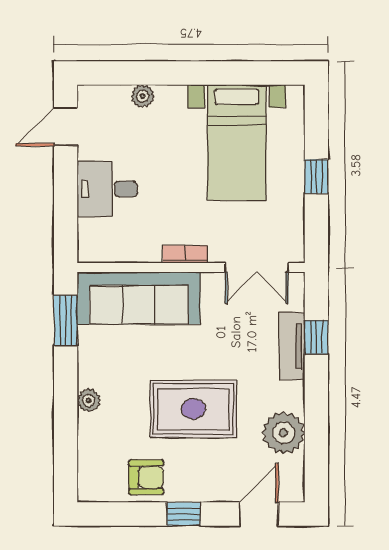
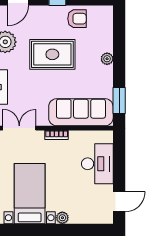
plant: (143, 96) -> (62, 218), moved
desk: (107, 189) -> (97, 164), width x1.37
armchair: (146, 477) -> (77, 19), turned 180

